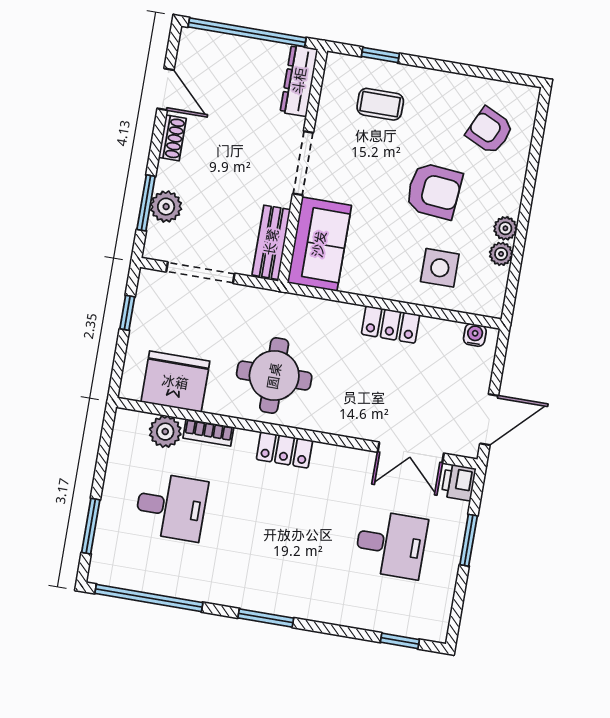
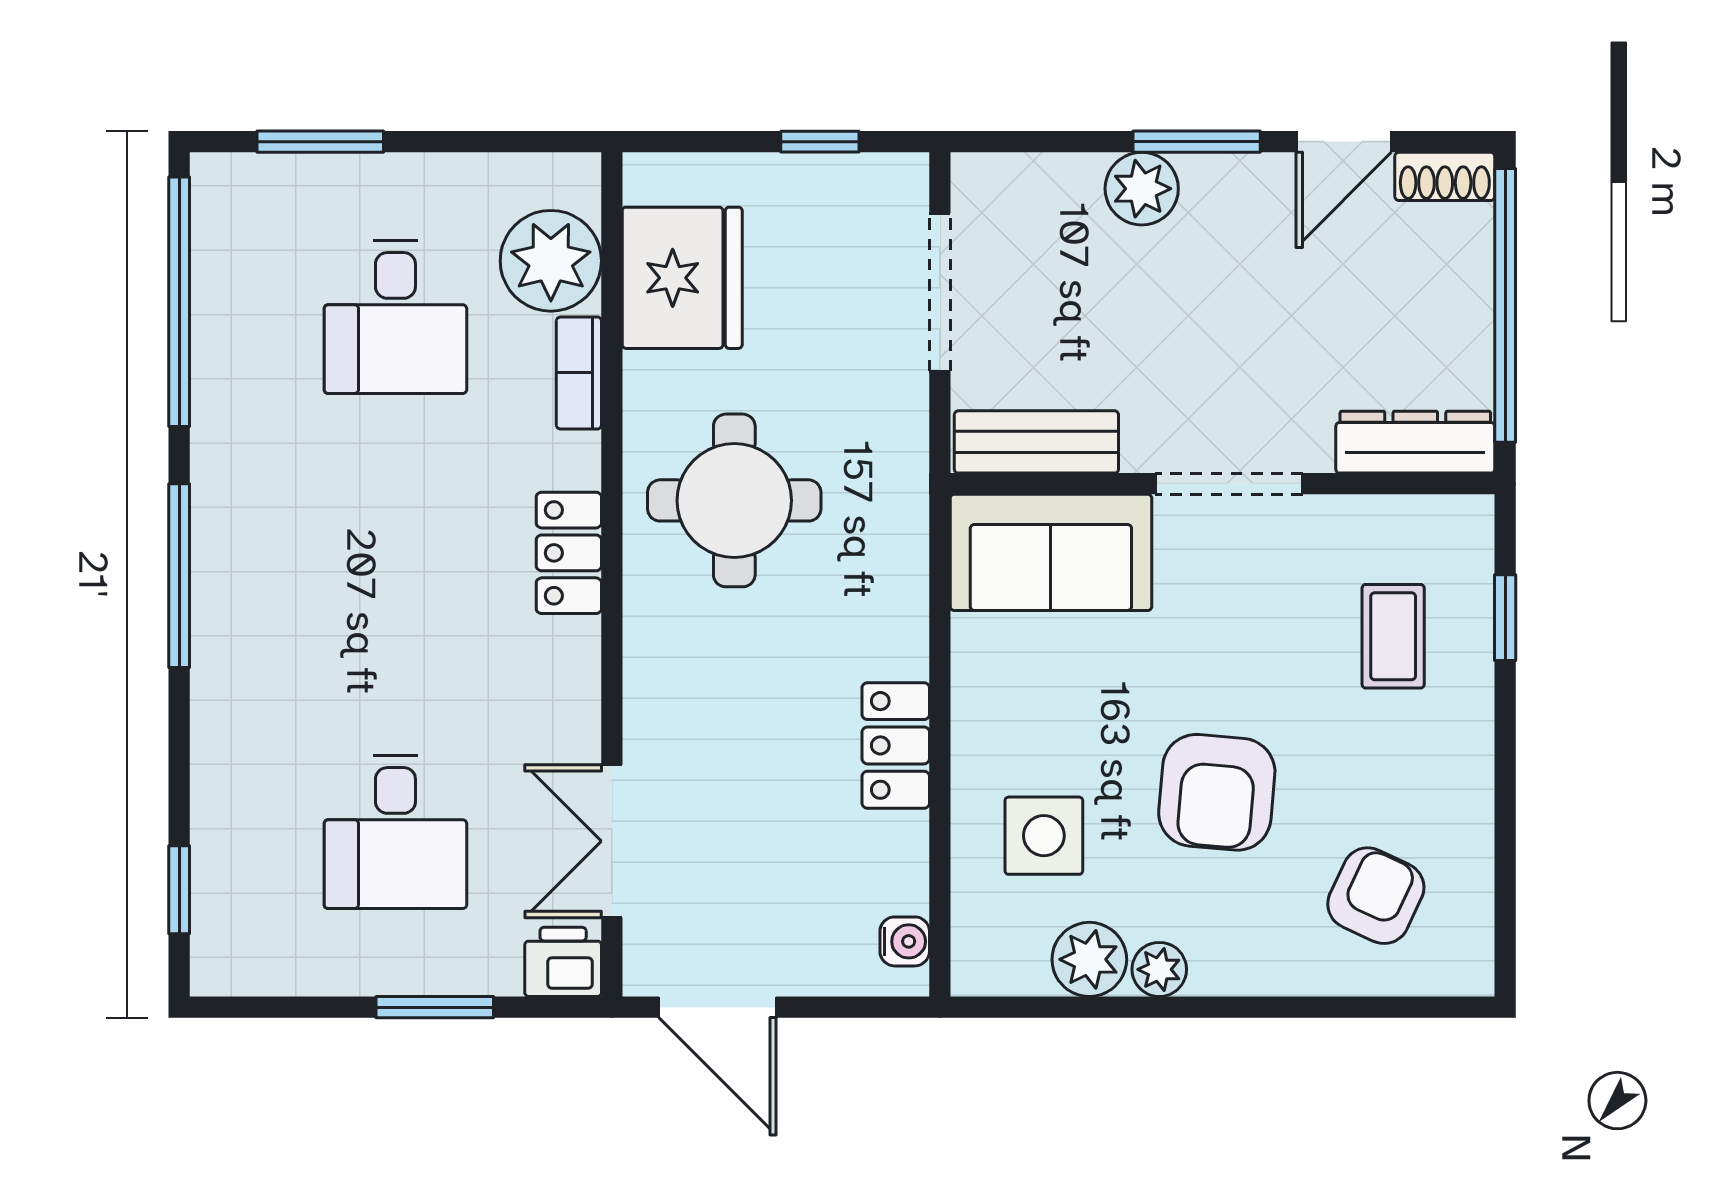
shoe rack: (172, 138) -> (1445, 176), moved
window: (146, 203) -> (1197, 142), moved
plant: (166, 207) -> (1142, 189), moved
plant: (501, 254) -> (1089, 959), width x1.38, depth x1.38
plant: (165, 432) -> (551, 261), width x1.36, depth x1.36
window: (266, 618) -> (179, 576), width x1.44

